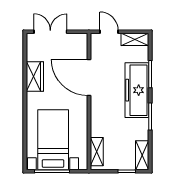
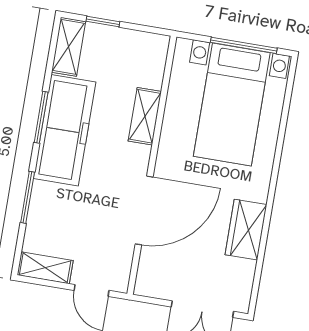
door: (89, 78) -> (144, 210), hinge flipped
freezer: (137, 90) -> (65, 130), moved
shelving: (97, 152) -> (145, 116), moved

